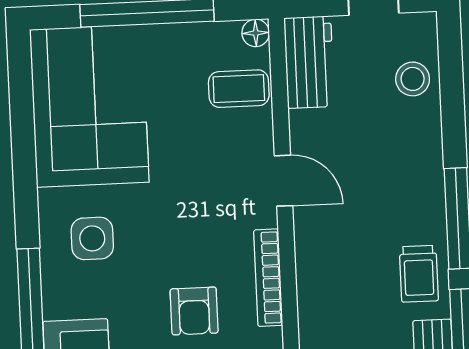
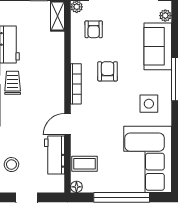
workbench: (309, 62) -> (55, 155), moved
door: (284, 181) -> (68, 124), hinge flipped

